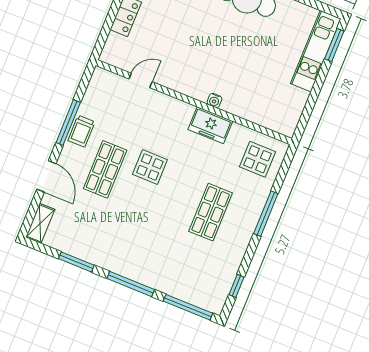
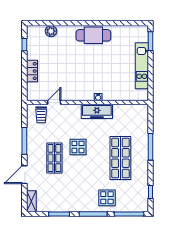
kitchen unit: (316, 51) -> (142, 66), moved
freezer: (210, 125) -> (97, 111), width x1.40
trolley: (81, 131) -> (41, 115), moved
display table: (257, 159) -> (107, 198), moved
door: (46, 176) -> (24, 175), swing flipped
shop shelf: (211, 212) -> (120, 158), width x1.43, depth x1.36

